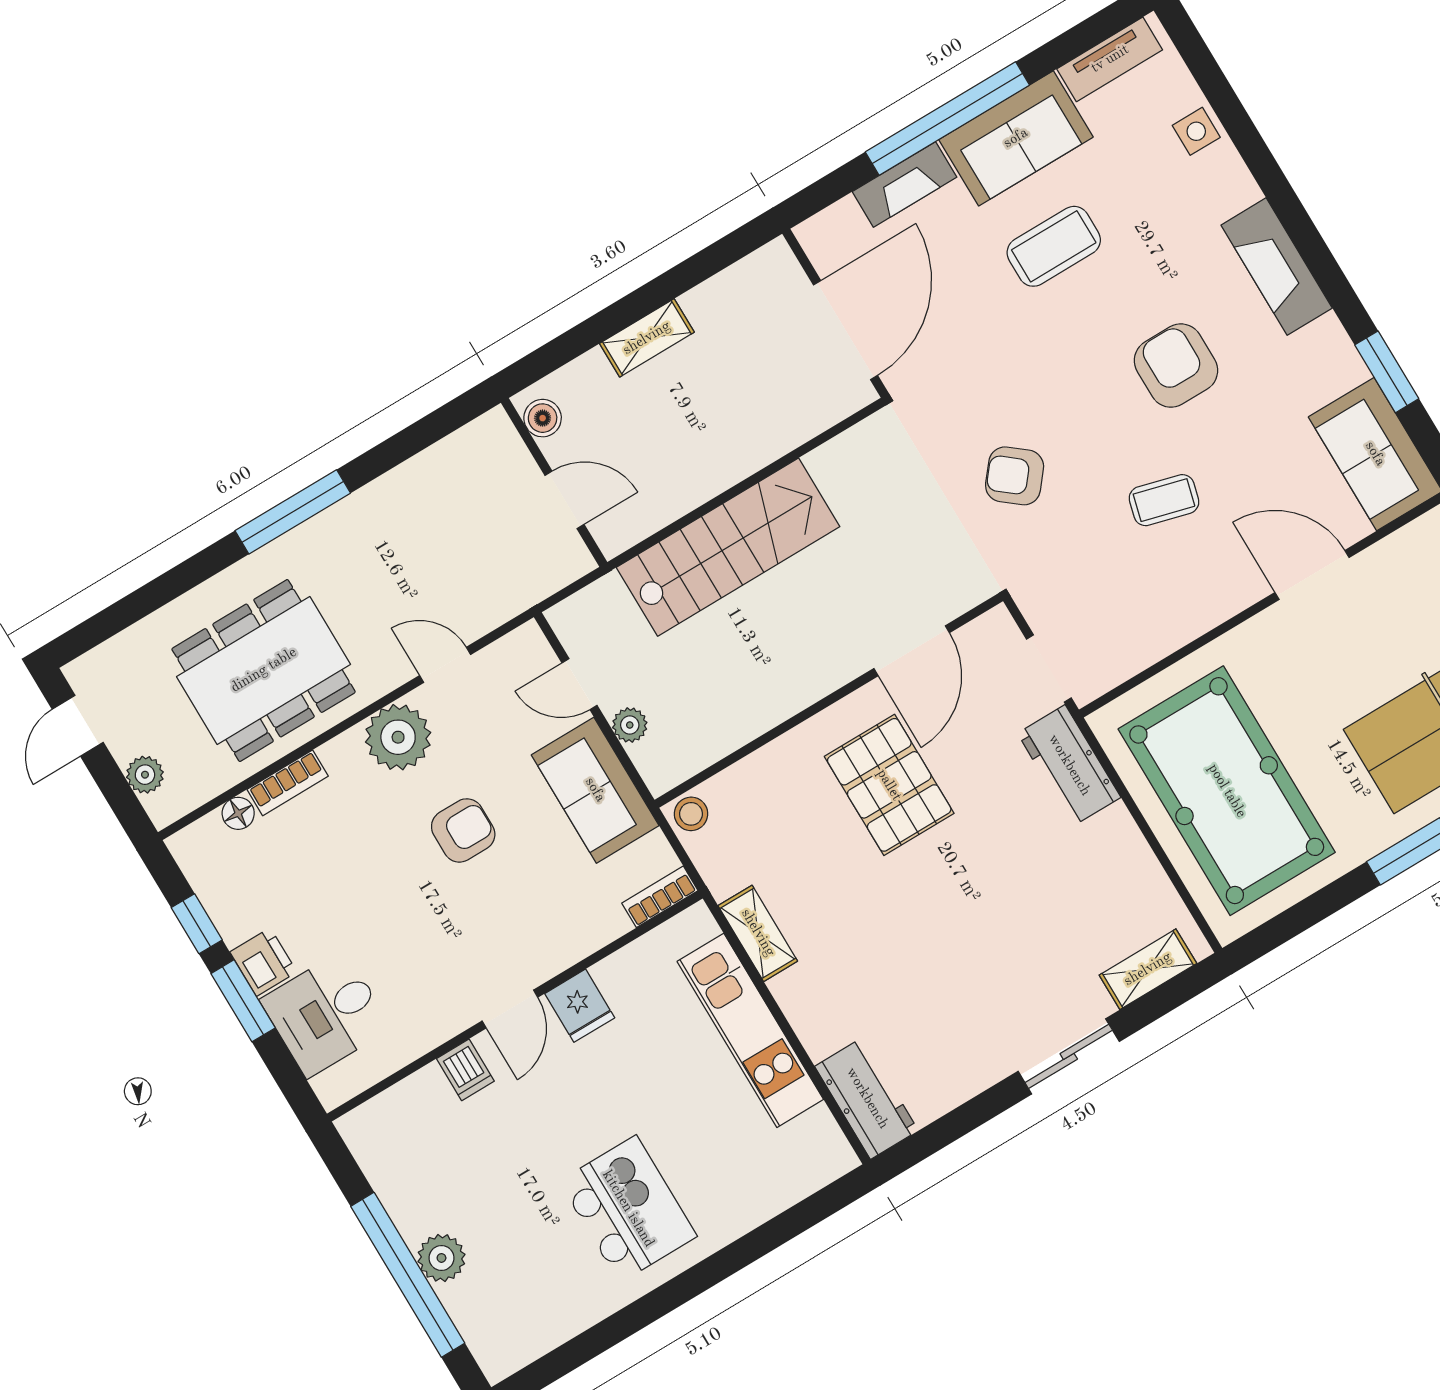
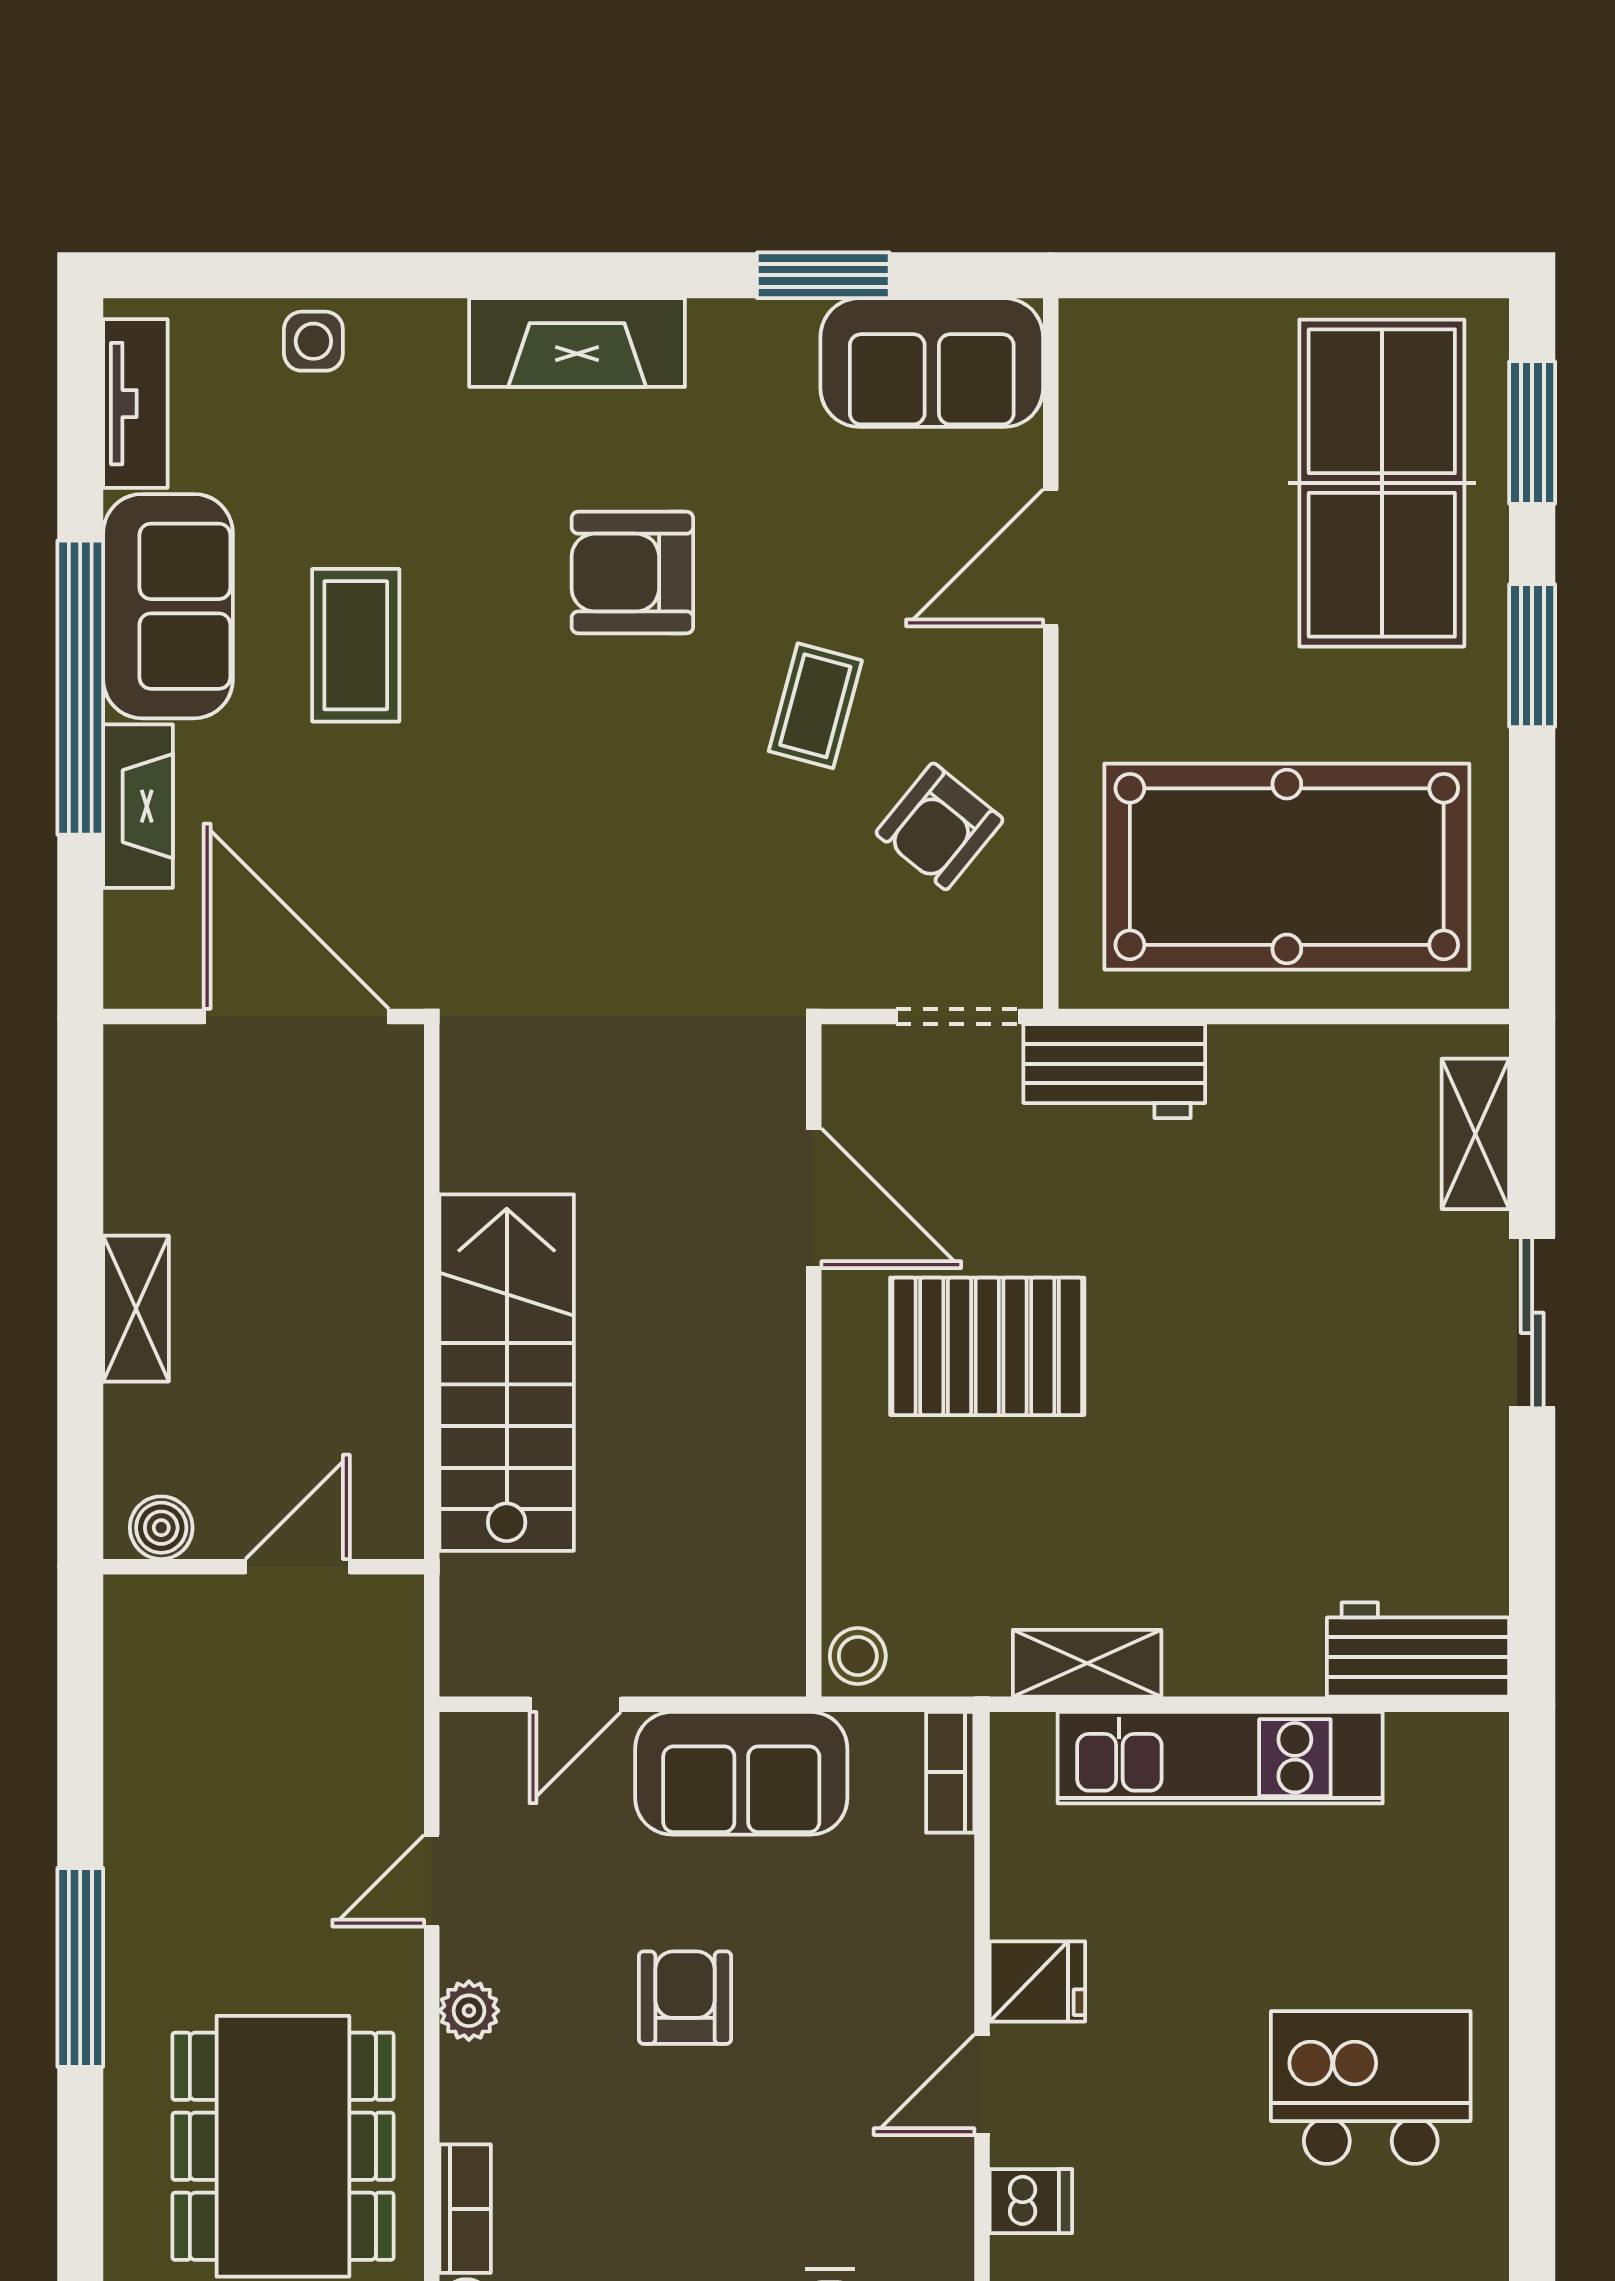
armchair: (1015, 476) -> (940, 826), moved
plant: (630, 725) -> (677, 1667), removed
plant: (398, 737) -> (469, 2011), width x0.53, depth x0.53
door: (510, 1009) -> (982, 2085), swing flipped

